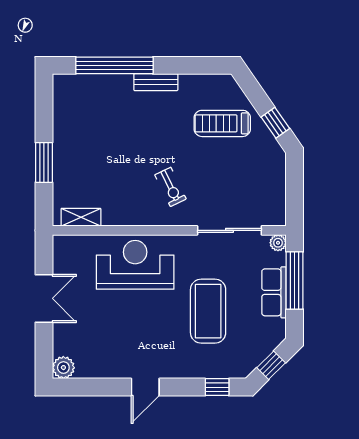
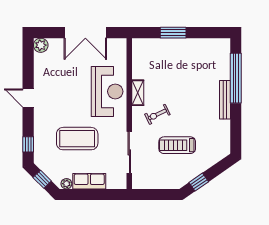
bench: (156, 82) -> (225, 100), width x1.36
treadmill: (222, 123) -> (177, 145), moved, turned -90
shelving: (81, 217) -> (138, 93), moved
plant: (278, 243) -> (66, 184), moved
window: (295, 280) -> (97, 194), removed
double door: (44, 298) -> (85, 33), width x1.37

